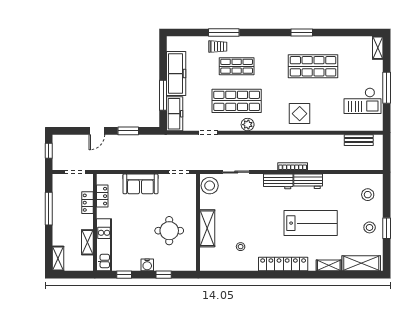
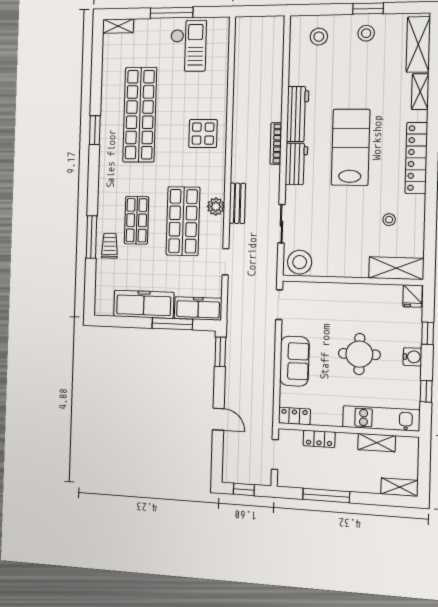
shop shelf: (313, 66) -> (140, 115), width x1.40
window: (128, 131) -> (220, 352), moved
bench: (359, 140) -> (237, 203), moved
workbench: (308, 181) -> (298, 114), width x1.38
locker: (102, 196) -> (294, 416), moved
lab bench: (311, 223) -> (351, 147), moved
shelving: (207, 228) -> (396, 268), moved
round table: (169, 231) -> (359, 354), moved
fridge: (189, 264) -> (412, 296), added

